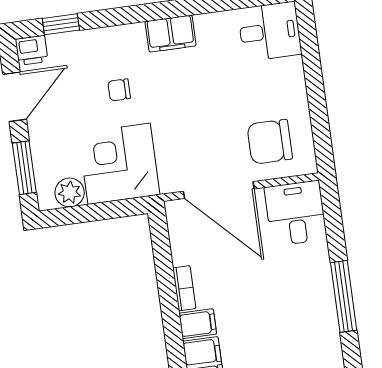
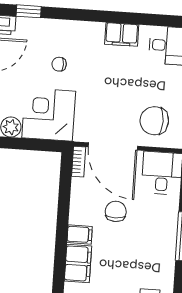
filing cabinet: (171, 34) -> (122, 34), moved
chair: (242, 281) -> (116, 211), added
bookcase: (184, 288) -> (79, 162), moved

